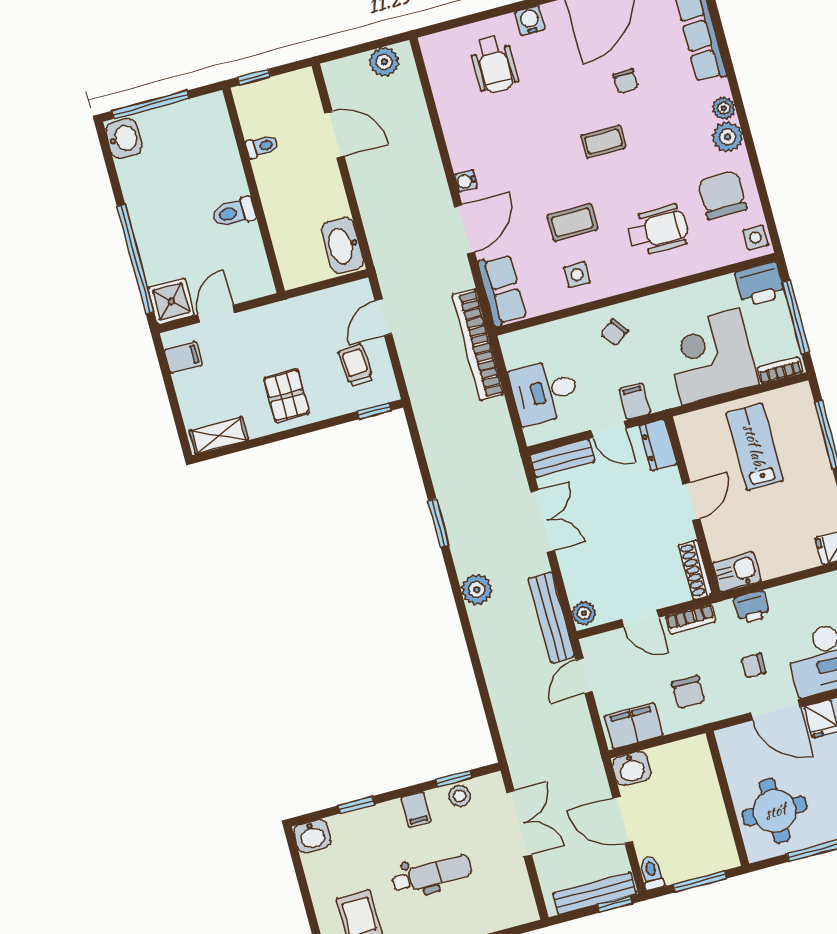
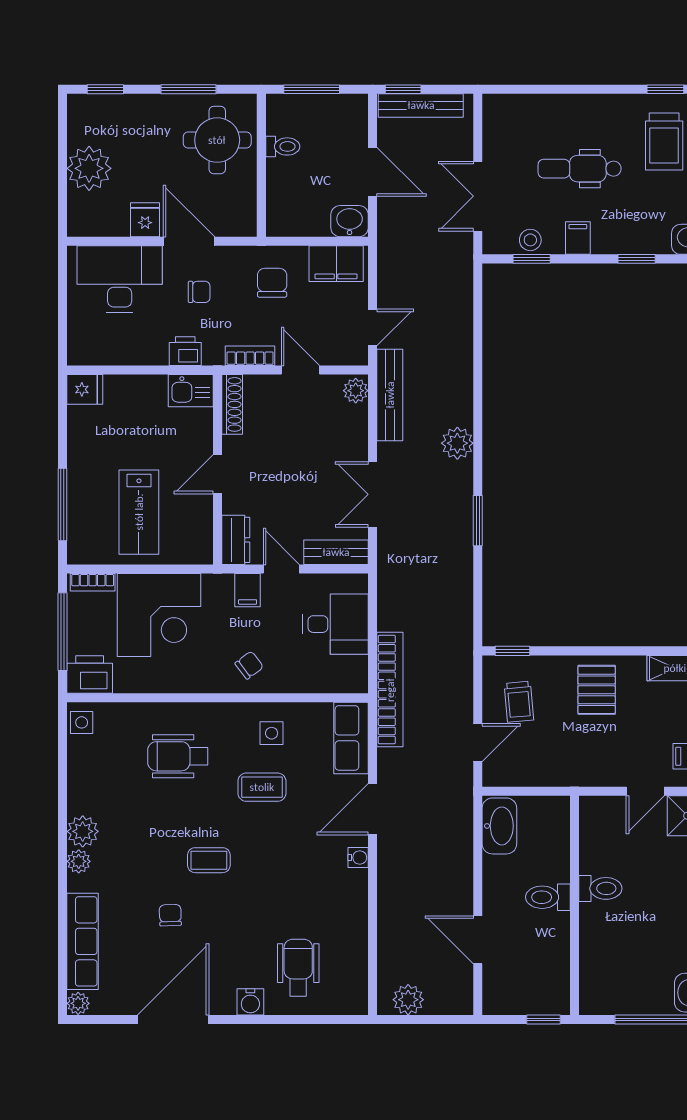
toilet: (262, 146) -> (548, 897), moved, width x1.37, depth x1.39
chair: (722, 195) -> (104, 774), removed
toilet: (652, 873) -> (283, 146), moved, turned -90

